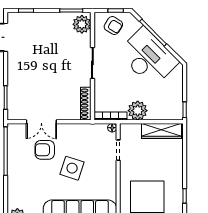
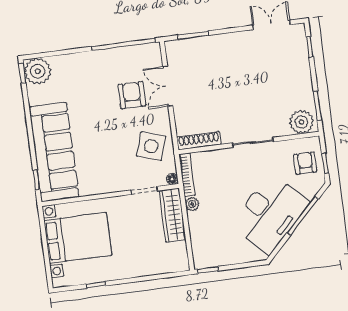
armchair: (113, 26) -> (305, 163), turned 148
plant: (138, 111) -> (192, 204), width x0.53, depth x0.53
wardrobe: (162, 131) -> (173, 215), moved
side table: (72, 168) -> (151, 146), moved

